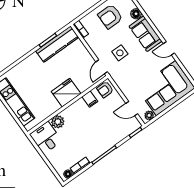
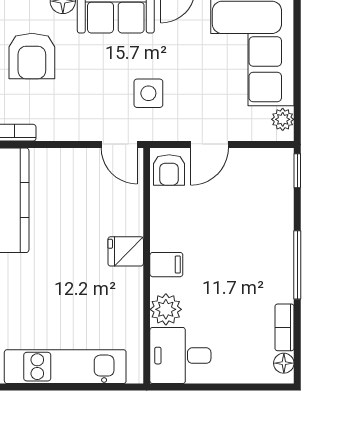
side table: (120, 53) -> (148, 93), moved
fridge: (66, 93) -> (126, 251), width x0.53, depth x0.75
filing cabinet: (90, 99) -> (166, 265), moved
door: (132, 109) -> (209, 144), moved

